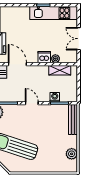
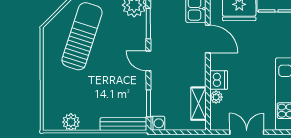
door: (17, 64) -> (208, 39), hinge flipped
washing machine: (55, 97) -> (158, 123), moved
door: (32, 103) -> (148, 61), swing flipped

